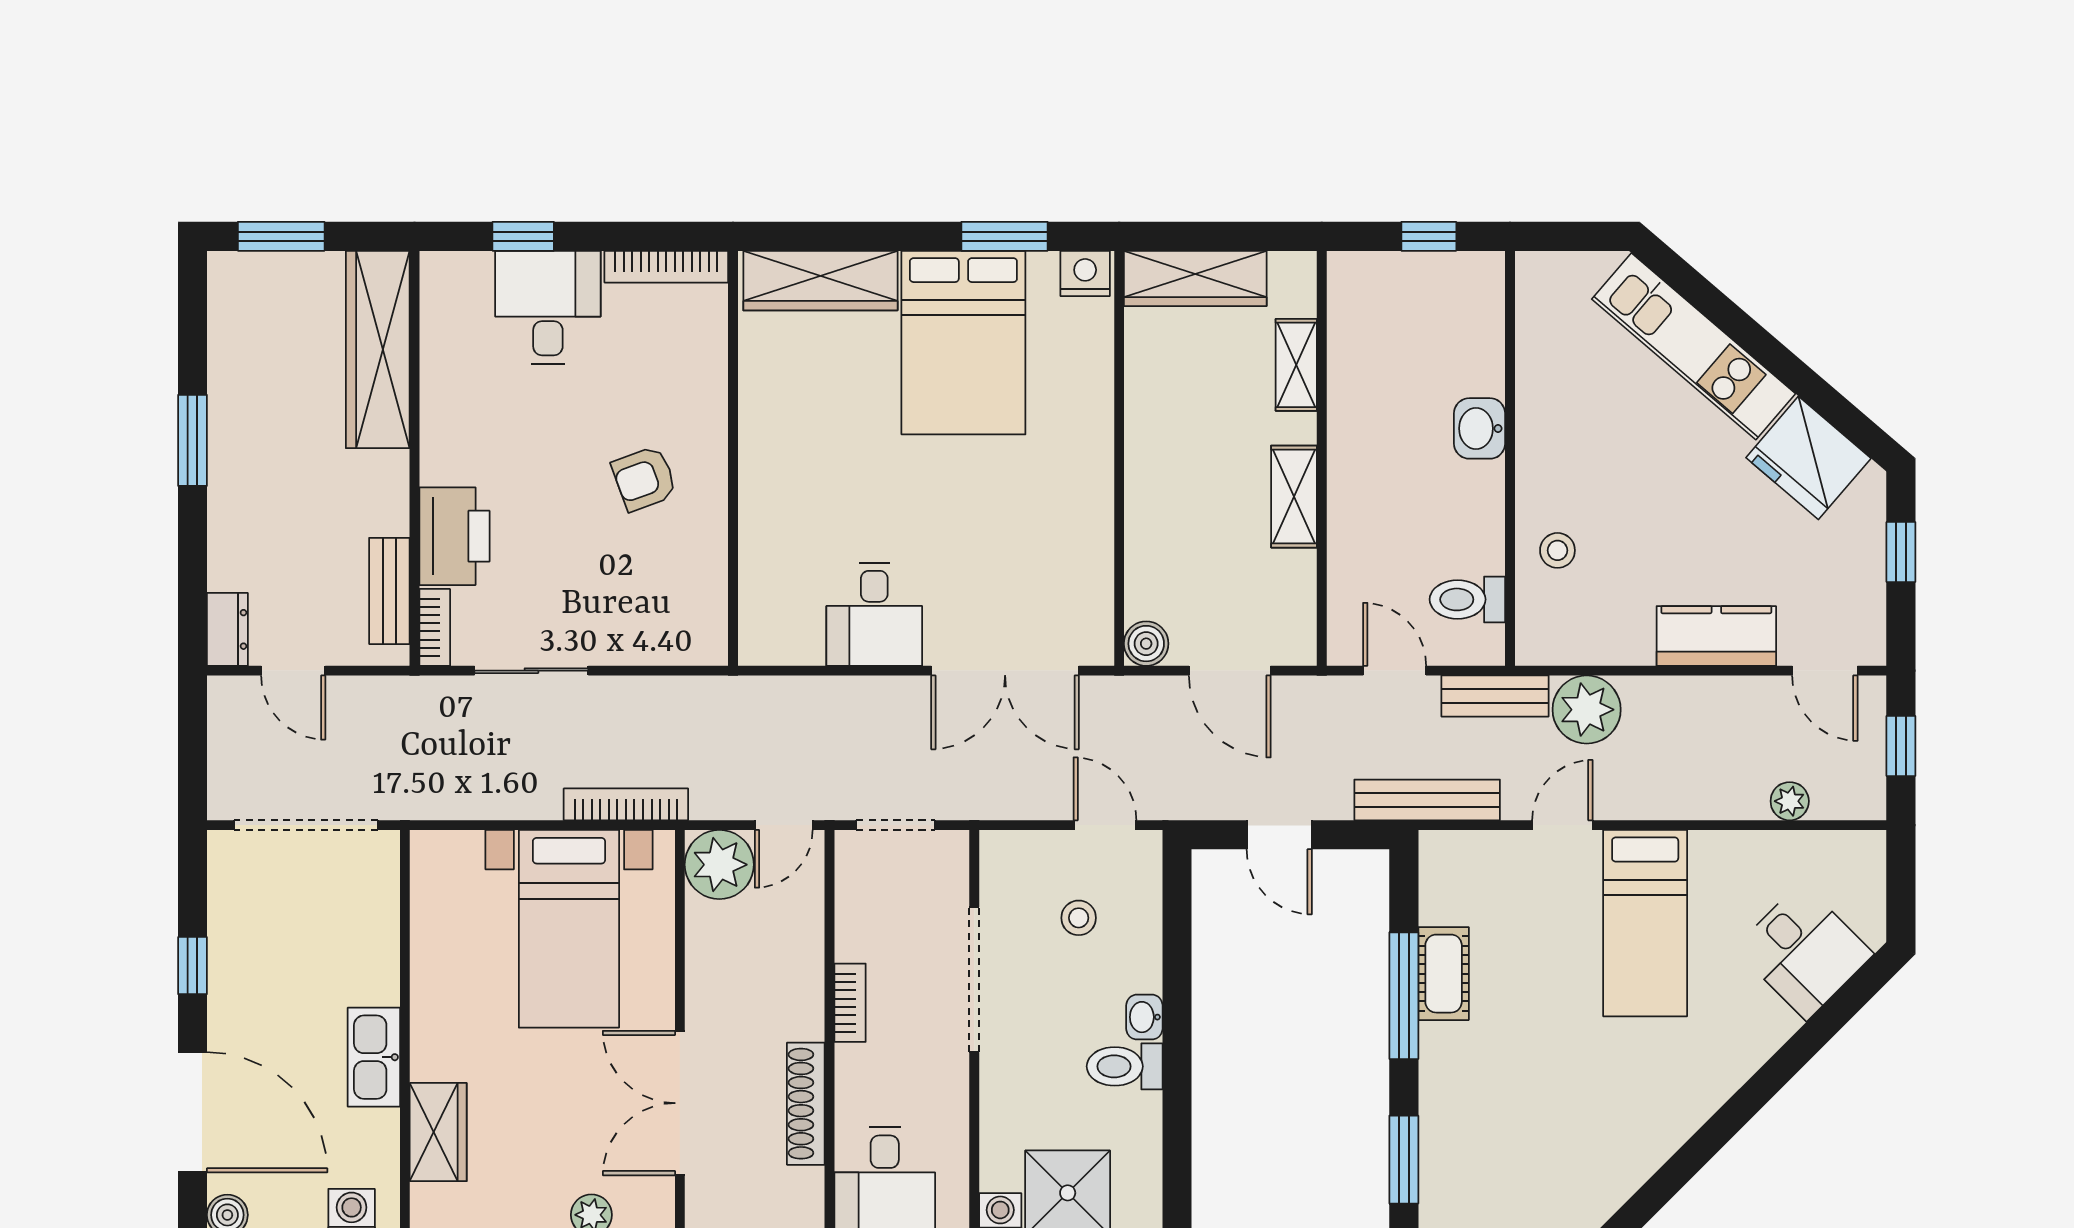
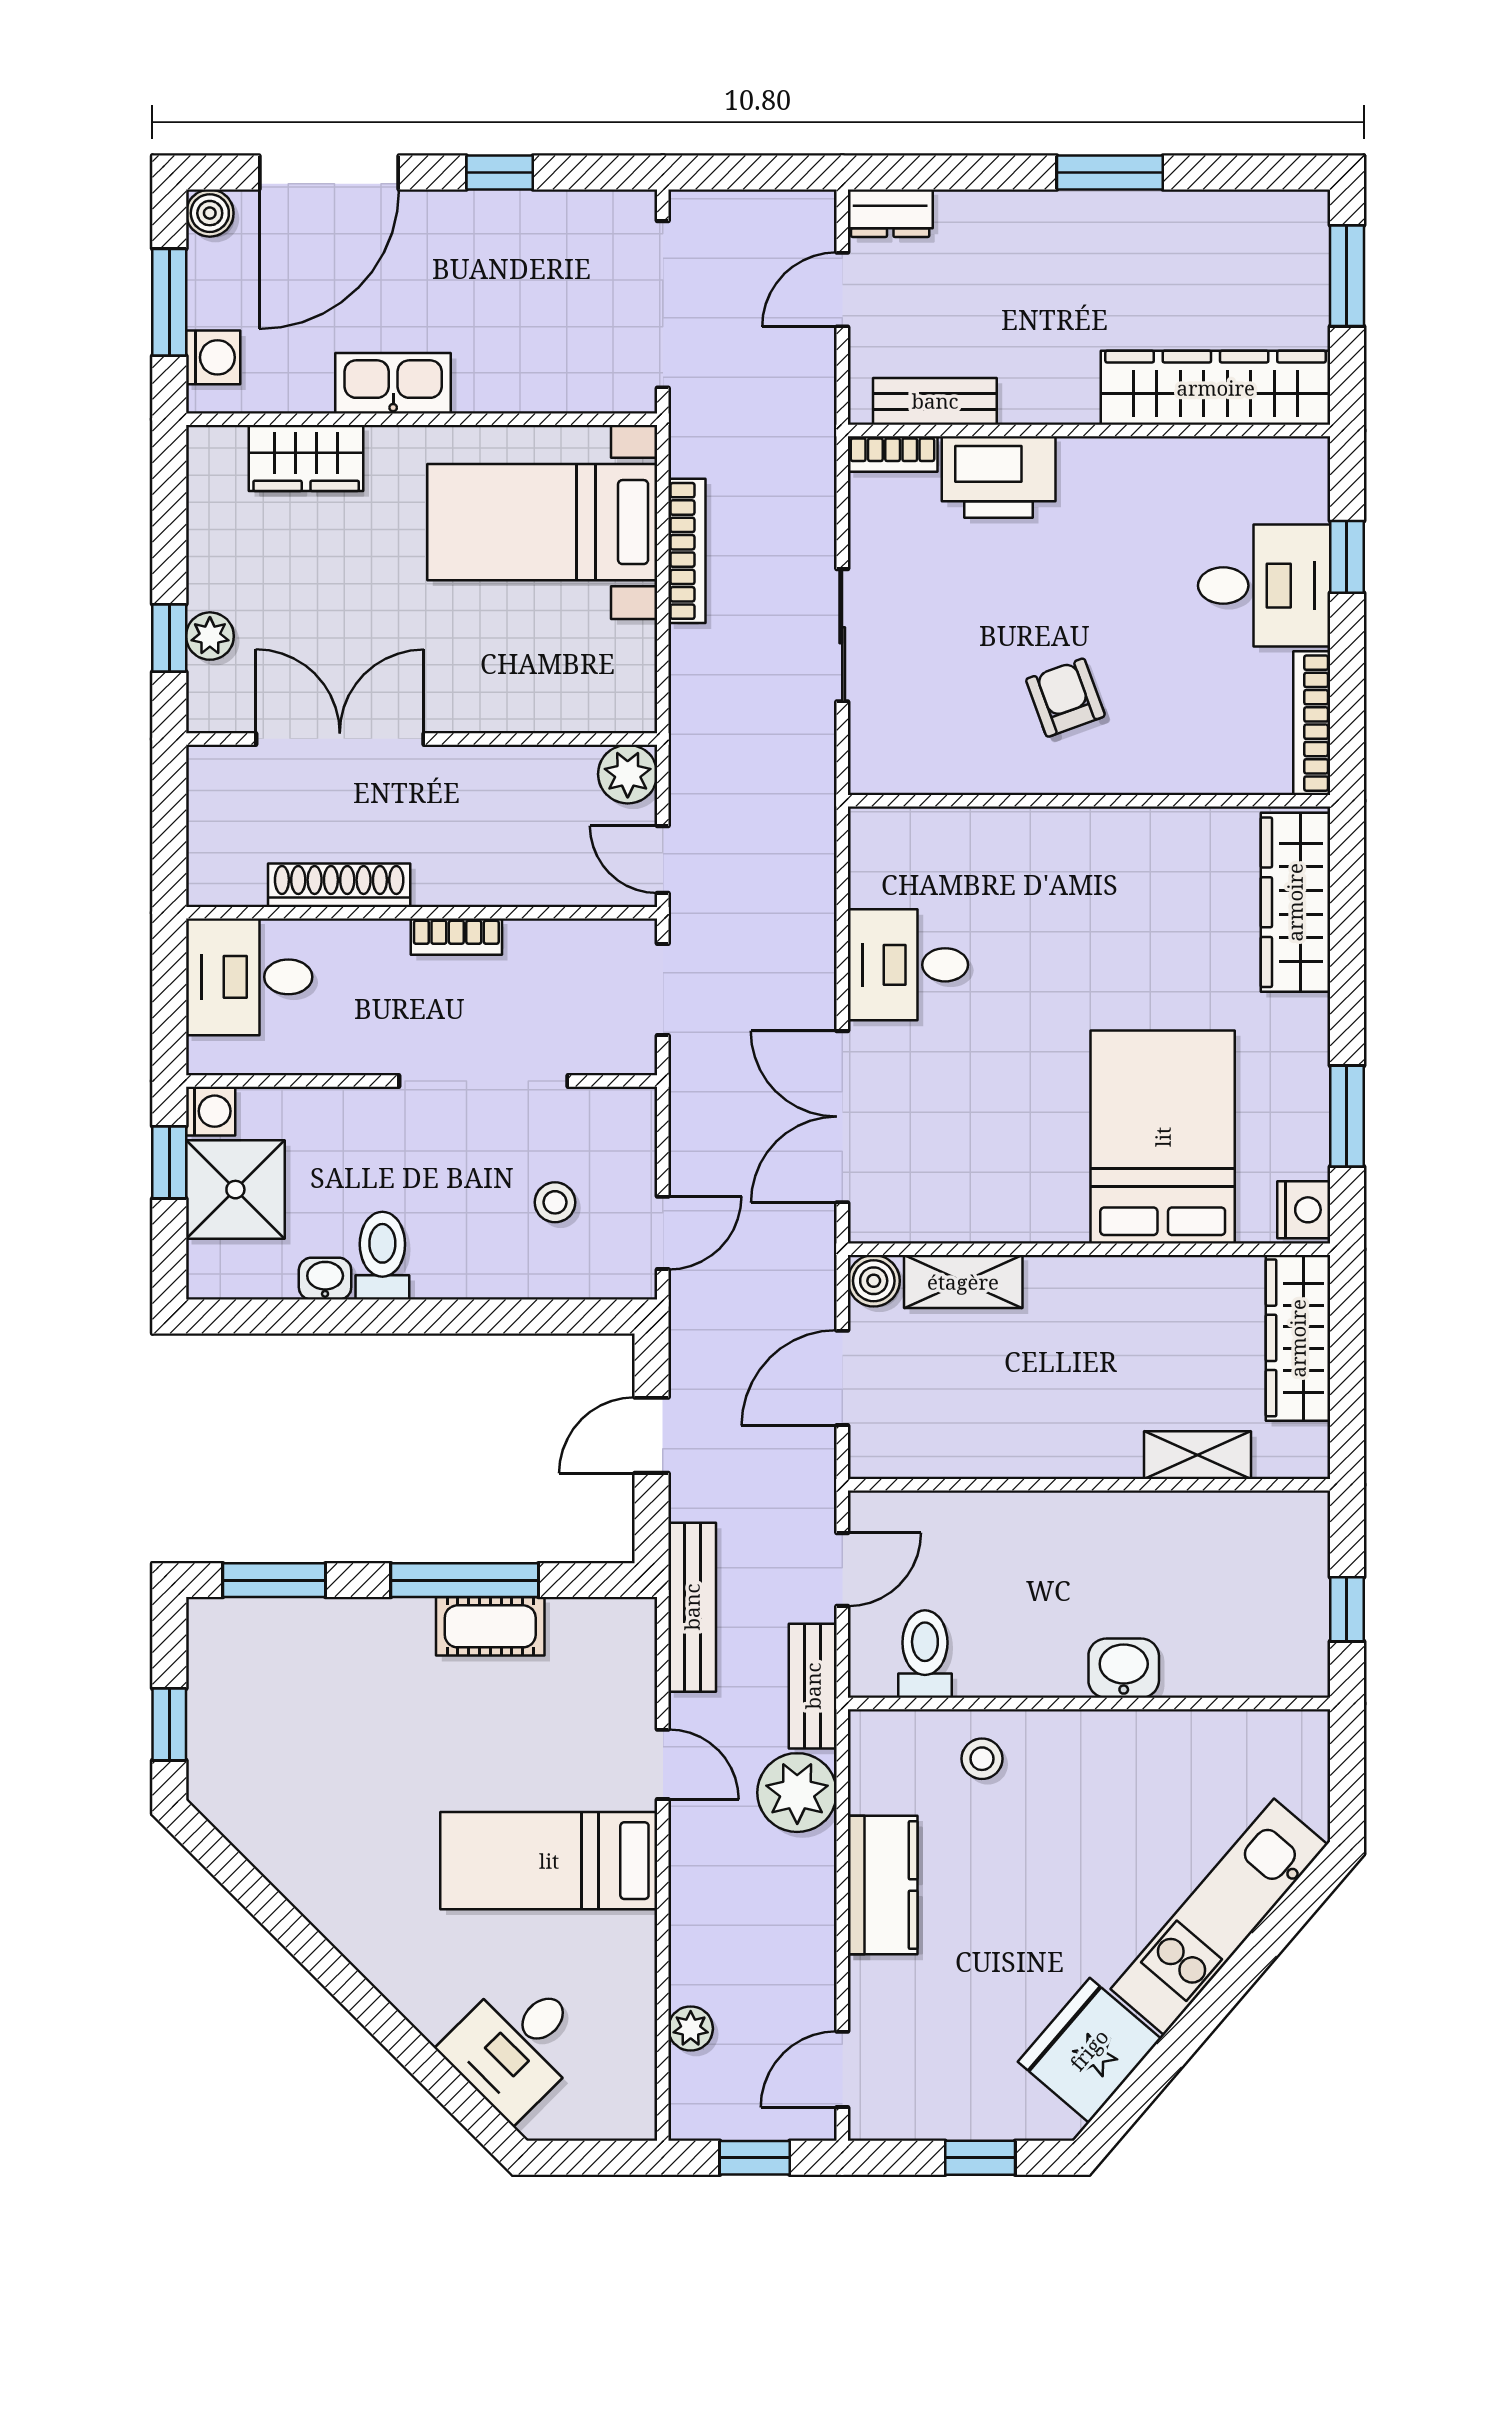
bed: (963, 343) -> (1163, 1137), moved, turned 90
shelving: (1294, 497) -> (963, 1282), moved
kitchen counter: (1716, 636) -> (883, 1885), moved
sliding door: (531, 671) -> (842, 635), moved
bookcase: (626, 804) -> (687, 551), moved
plant: (719, 865) -> (628, 774), width x0.73, depth x0.73
bed with nightstands: (569, 929) -> (542, 522), moved
washbasin: (1144, 1017) -> (325, 1279), moved

